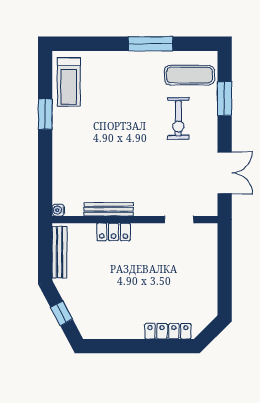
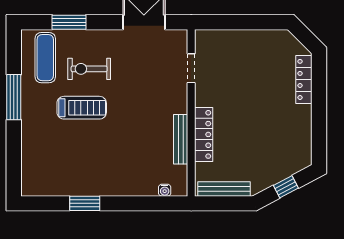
treadmill: (69, 82) -> (82, 108), moved
exercise bike: (178, 118) -> (89, 69), turned 180
water cooler: (58, 210) -> (165, 190), moved
locker: (113, 232) -> (204, 134), width x1.53

